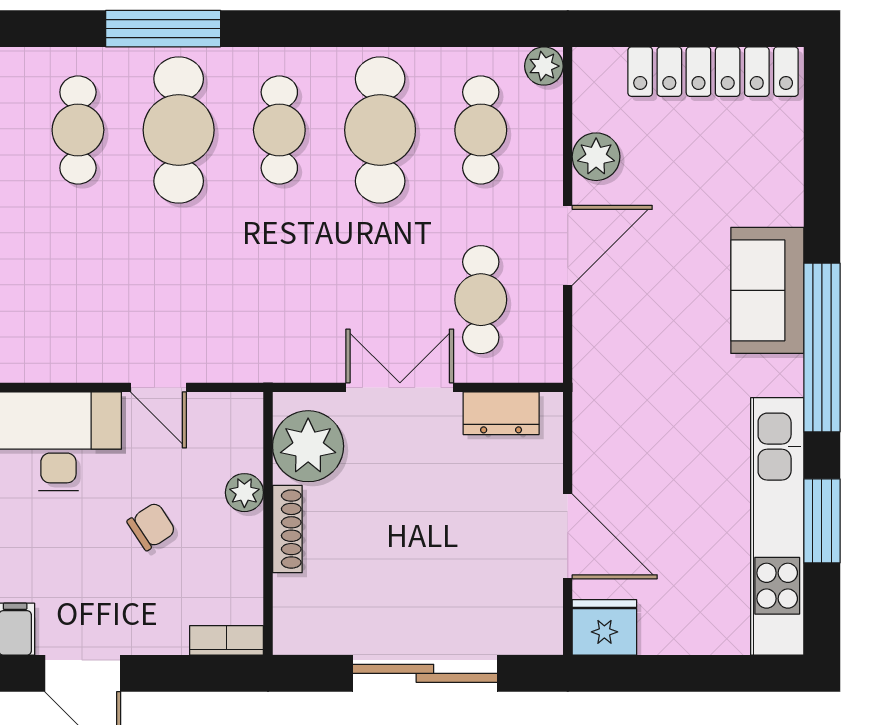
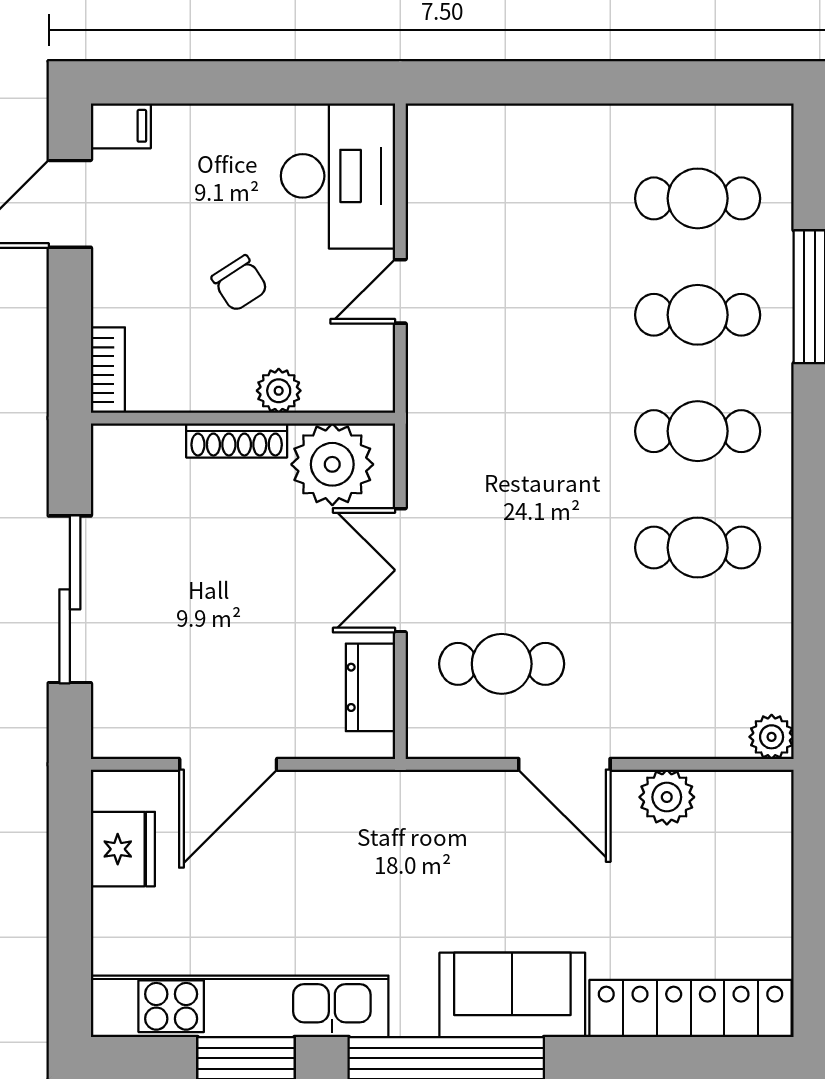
locker: (713, 72) -> (691, 1008), moved, turned 90
cafe table: (179, 130) -> (698, 315), width x0.73, depth x0.74
cafe table: (380, 130) -> (698, 548), width x0.73, depth x0.74
cafe table: (481, 130) -> (698, 664), removed
double door: (400, 387) -> (400, 570), swing flipped
fridge: (604, 627) -> (123, 849), moved

